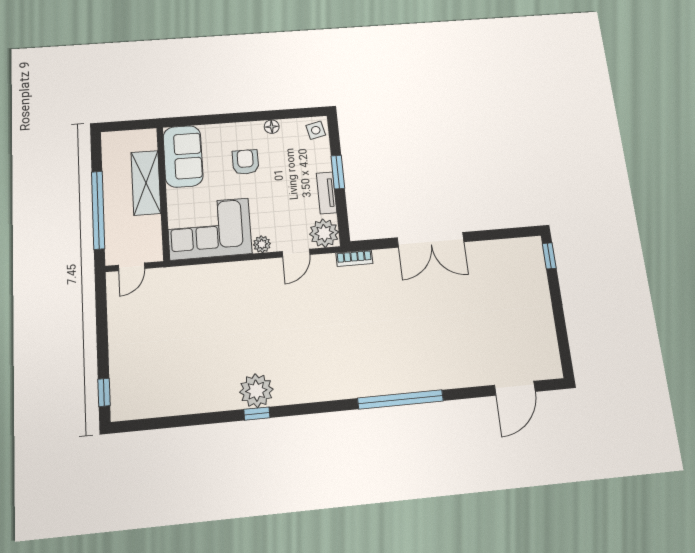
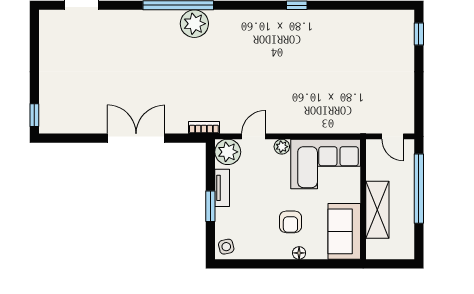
floor lamp: (272, 127) -> (299, 253), moved
door: (132, 267) -> (393, 136), swing flipped
plant: (256, 391) -> (194, 24), moved

